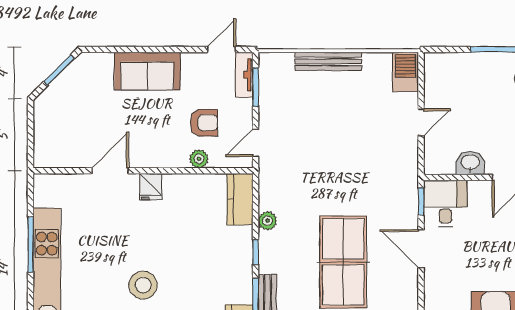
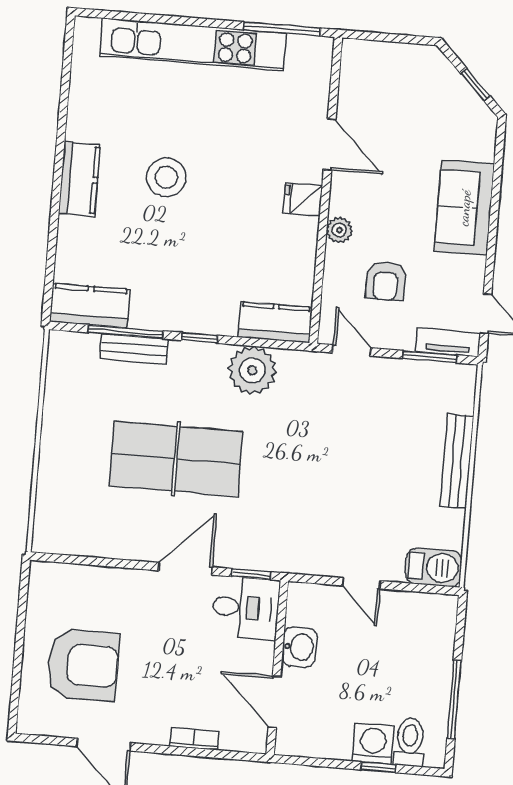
window: (59, 70) -> (475, 85), width x0.67
plant: (199, 159) -> (339, 230), moved
plant: (268, 221) -> (252, 370), width x1.87, depth x1.87
window: (31, 245) -> (282, 29), moved

